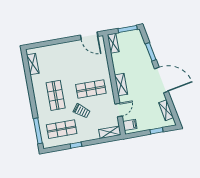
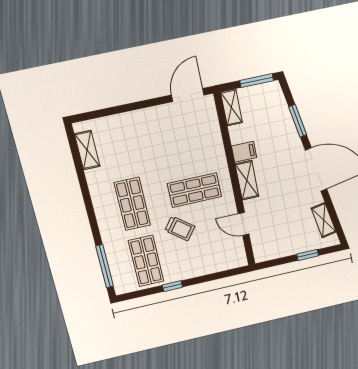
door: (89, 36) -> (188, 95), swing flipped
door: (119, 110) -> (244, 224), swing flipped
filing cabinet: (130, 125) -> (244, 152), moved
shop shelf: (62, 129) -> (146, 261), turned 90
shelving: (110, 132) -> (229, 262), removed

